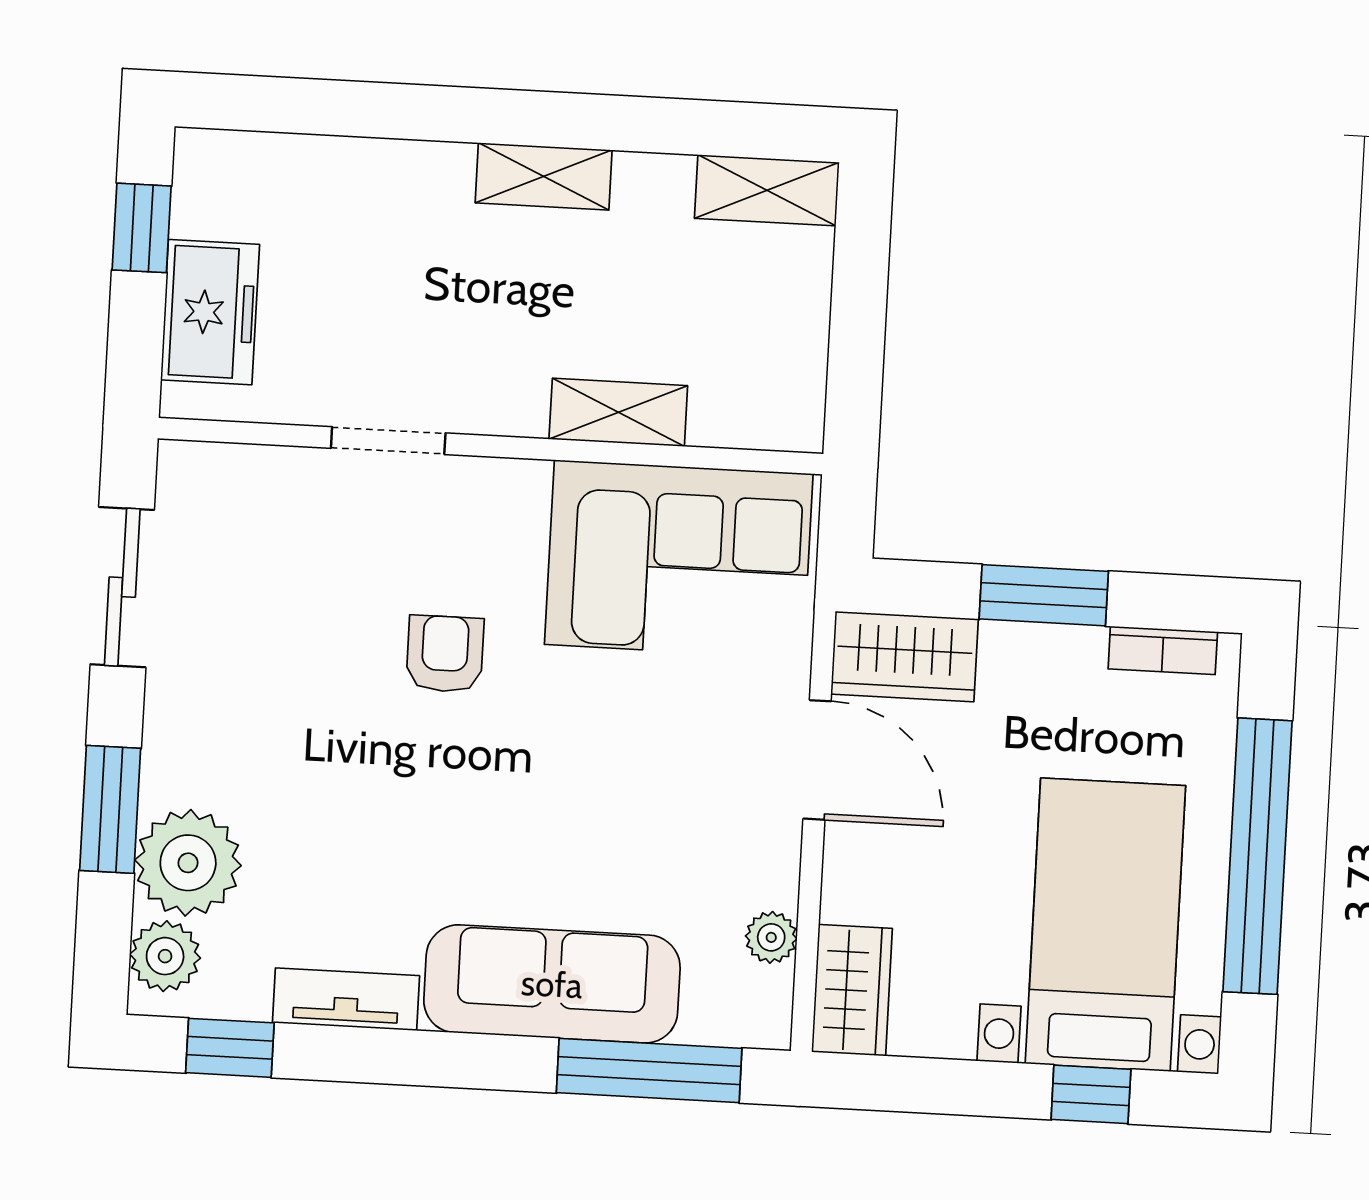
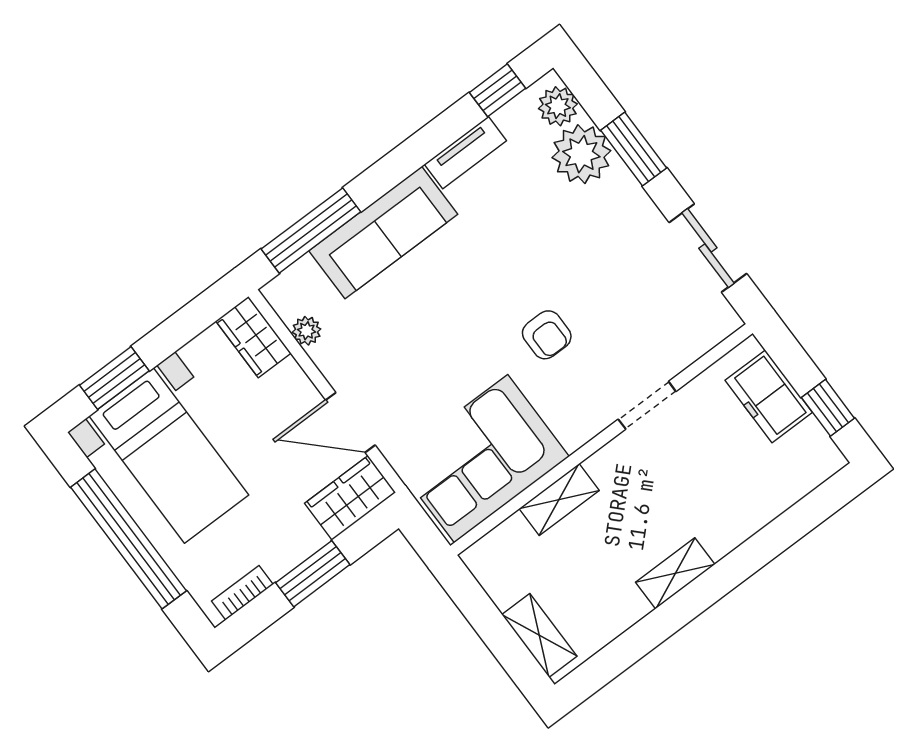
shelving: (767, 190) -> (539, 635), moved, turned 90
window: (1091, 1094) -> (114, 378), width x1.50

